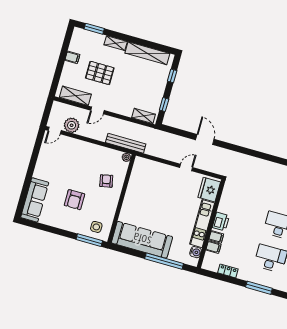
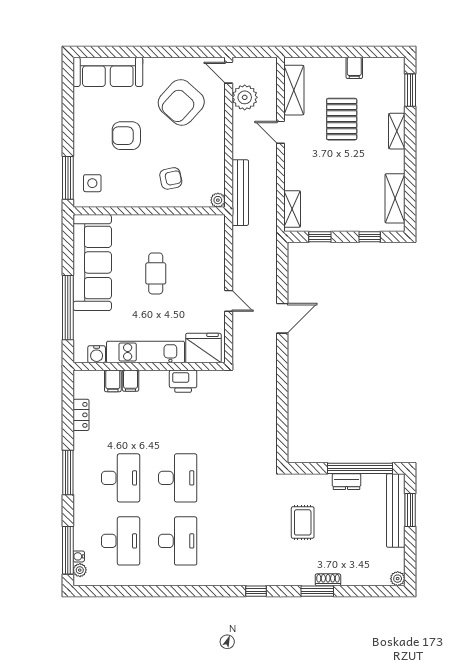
shelving: (147, 53) -> (395, 198), width x0.68
armchair: (64, 163) -> (181, 102), added
cafe table: (159, 205) -> (156, 273), added
printer: (221, 222) -> (183, 381), moved

